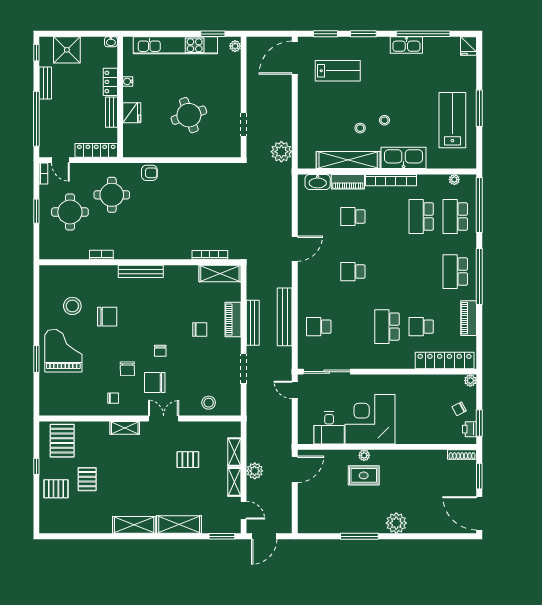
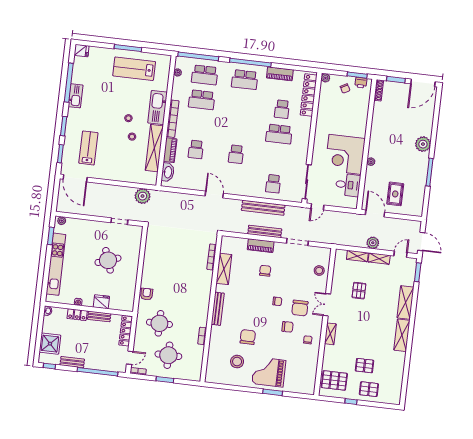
shelving: (220, 273) -> (224, 269), moved
rug: (364, 475) -> (395, 194), moved
pallet: (56, 489) -> (369, 389), turned 90

